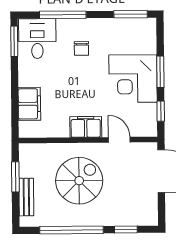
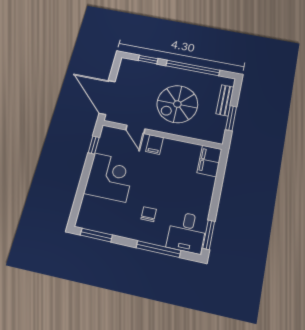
window: (160, 72) -> (84, 178), removed
filing cabinet: (29, 104) -> (209, 161), moved
filing cabinet: (86, 127) -> (155, 144), width x0.50

